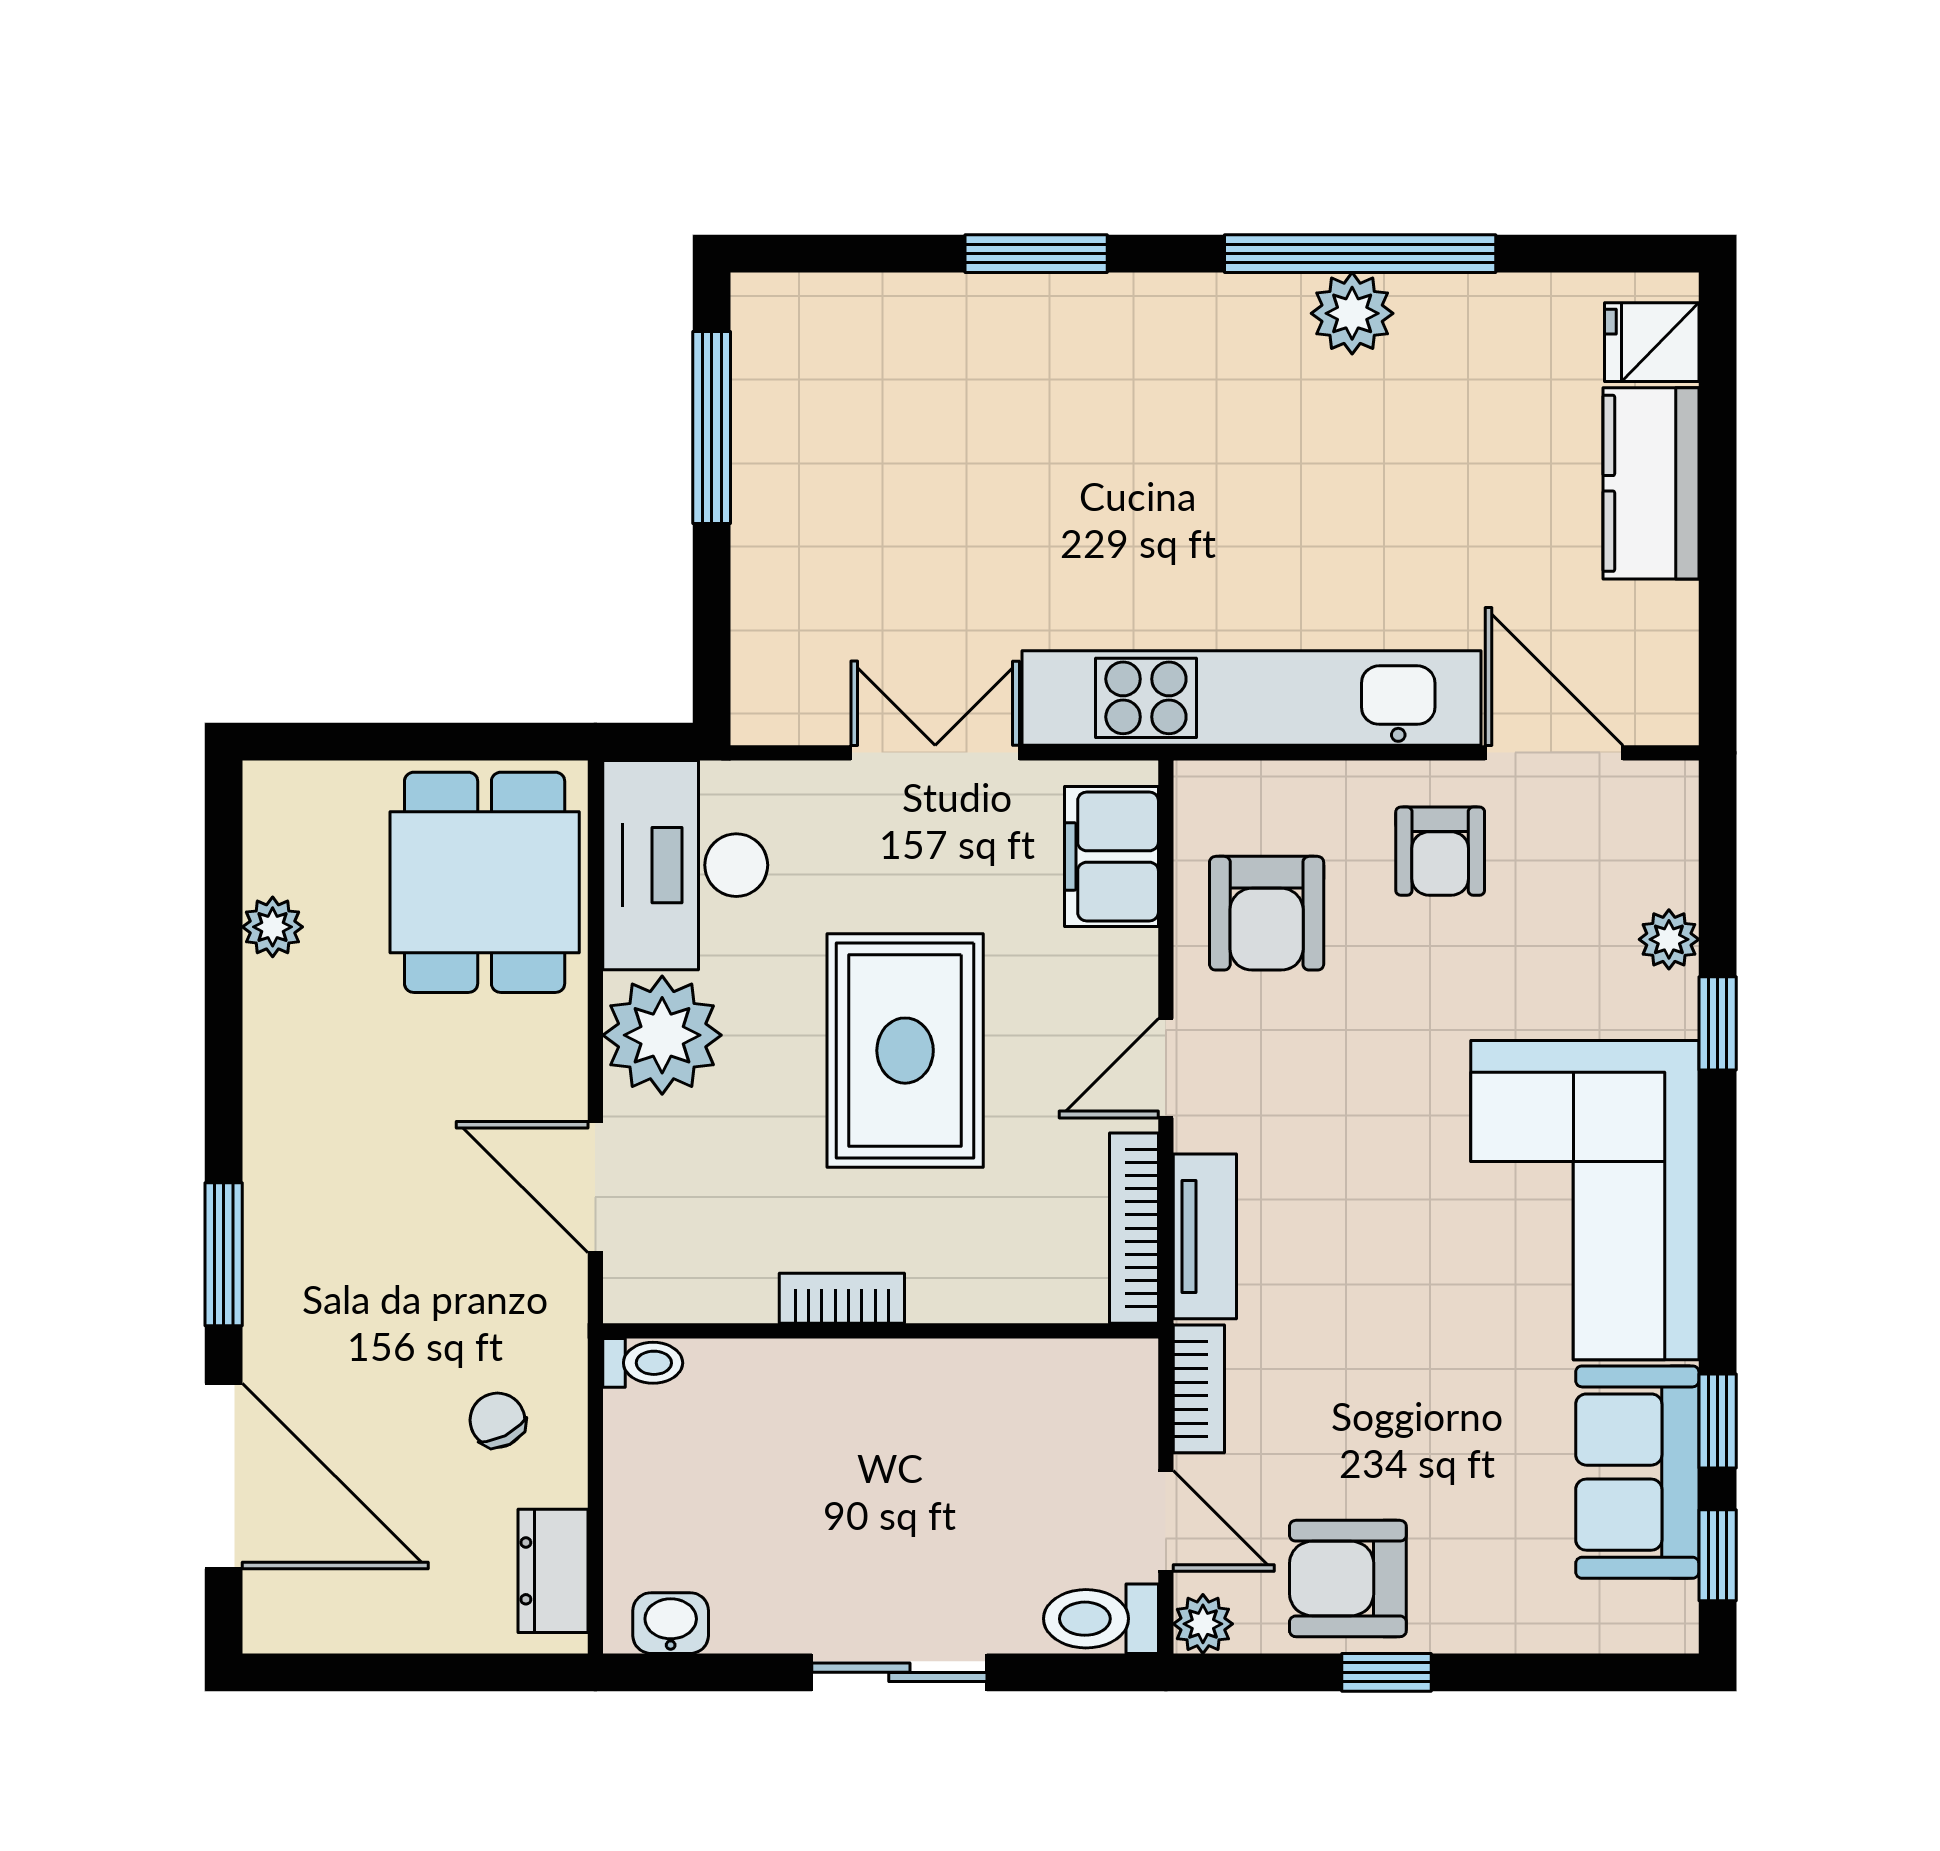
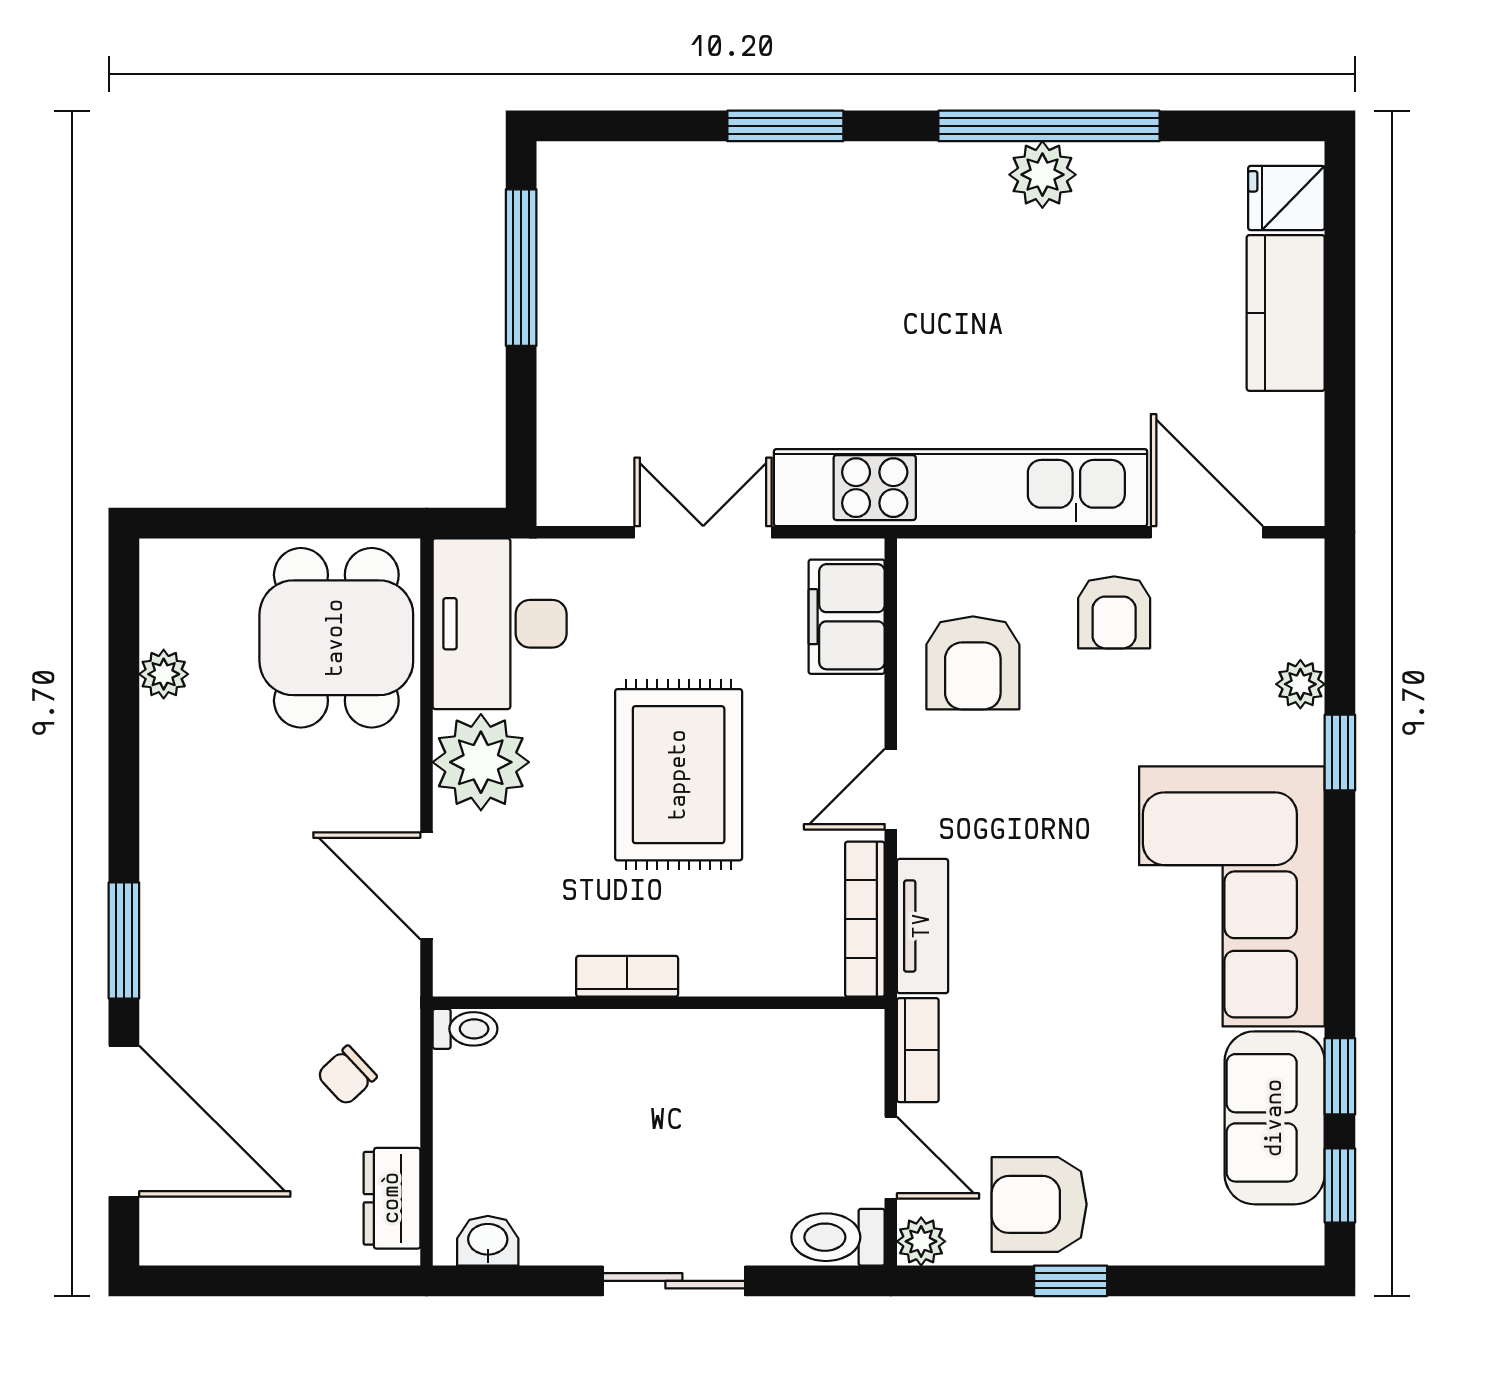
chair: (497, 1420) -> (347, 1076), turned -106

